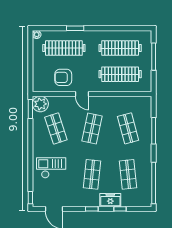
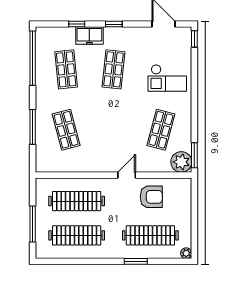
door: (82, 94) -> (127, 175), hinge flipped
shop shelf: (56, 128) -> (161, 130), turned 33
shop shelf: (92, 128) -> (114, 130), removed

